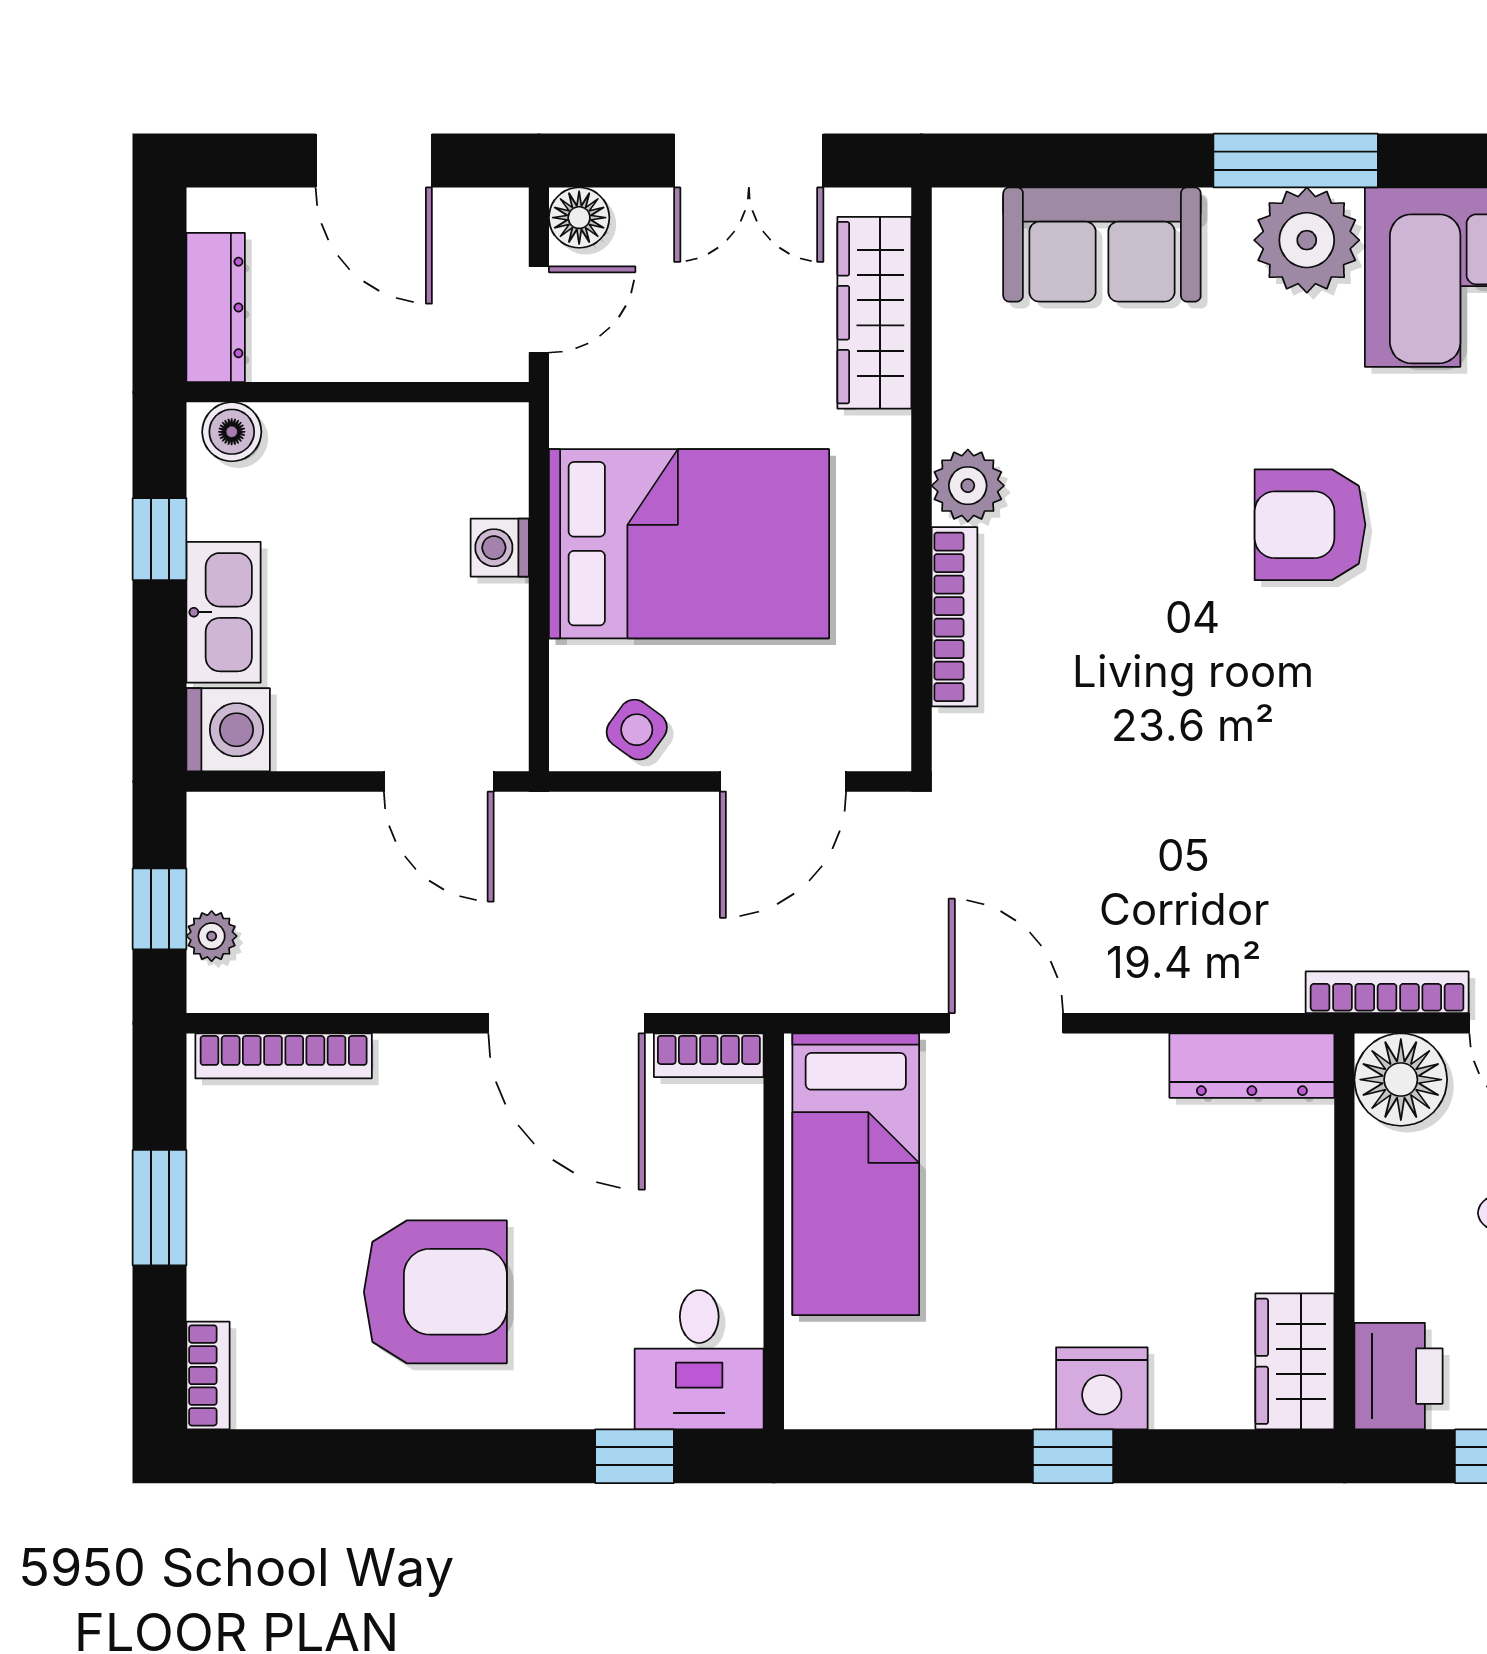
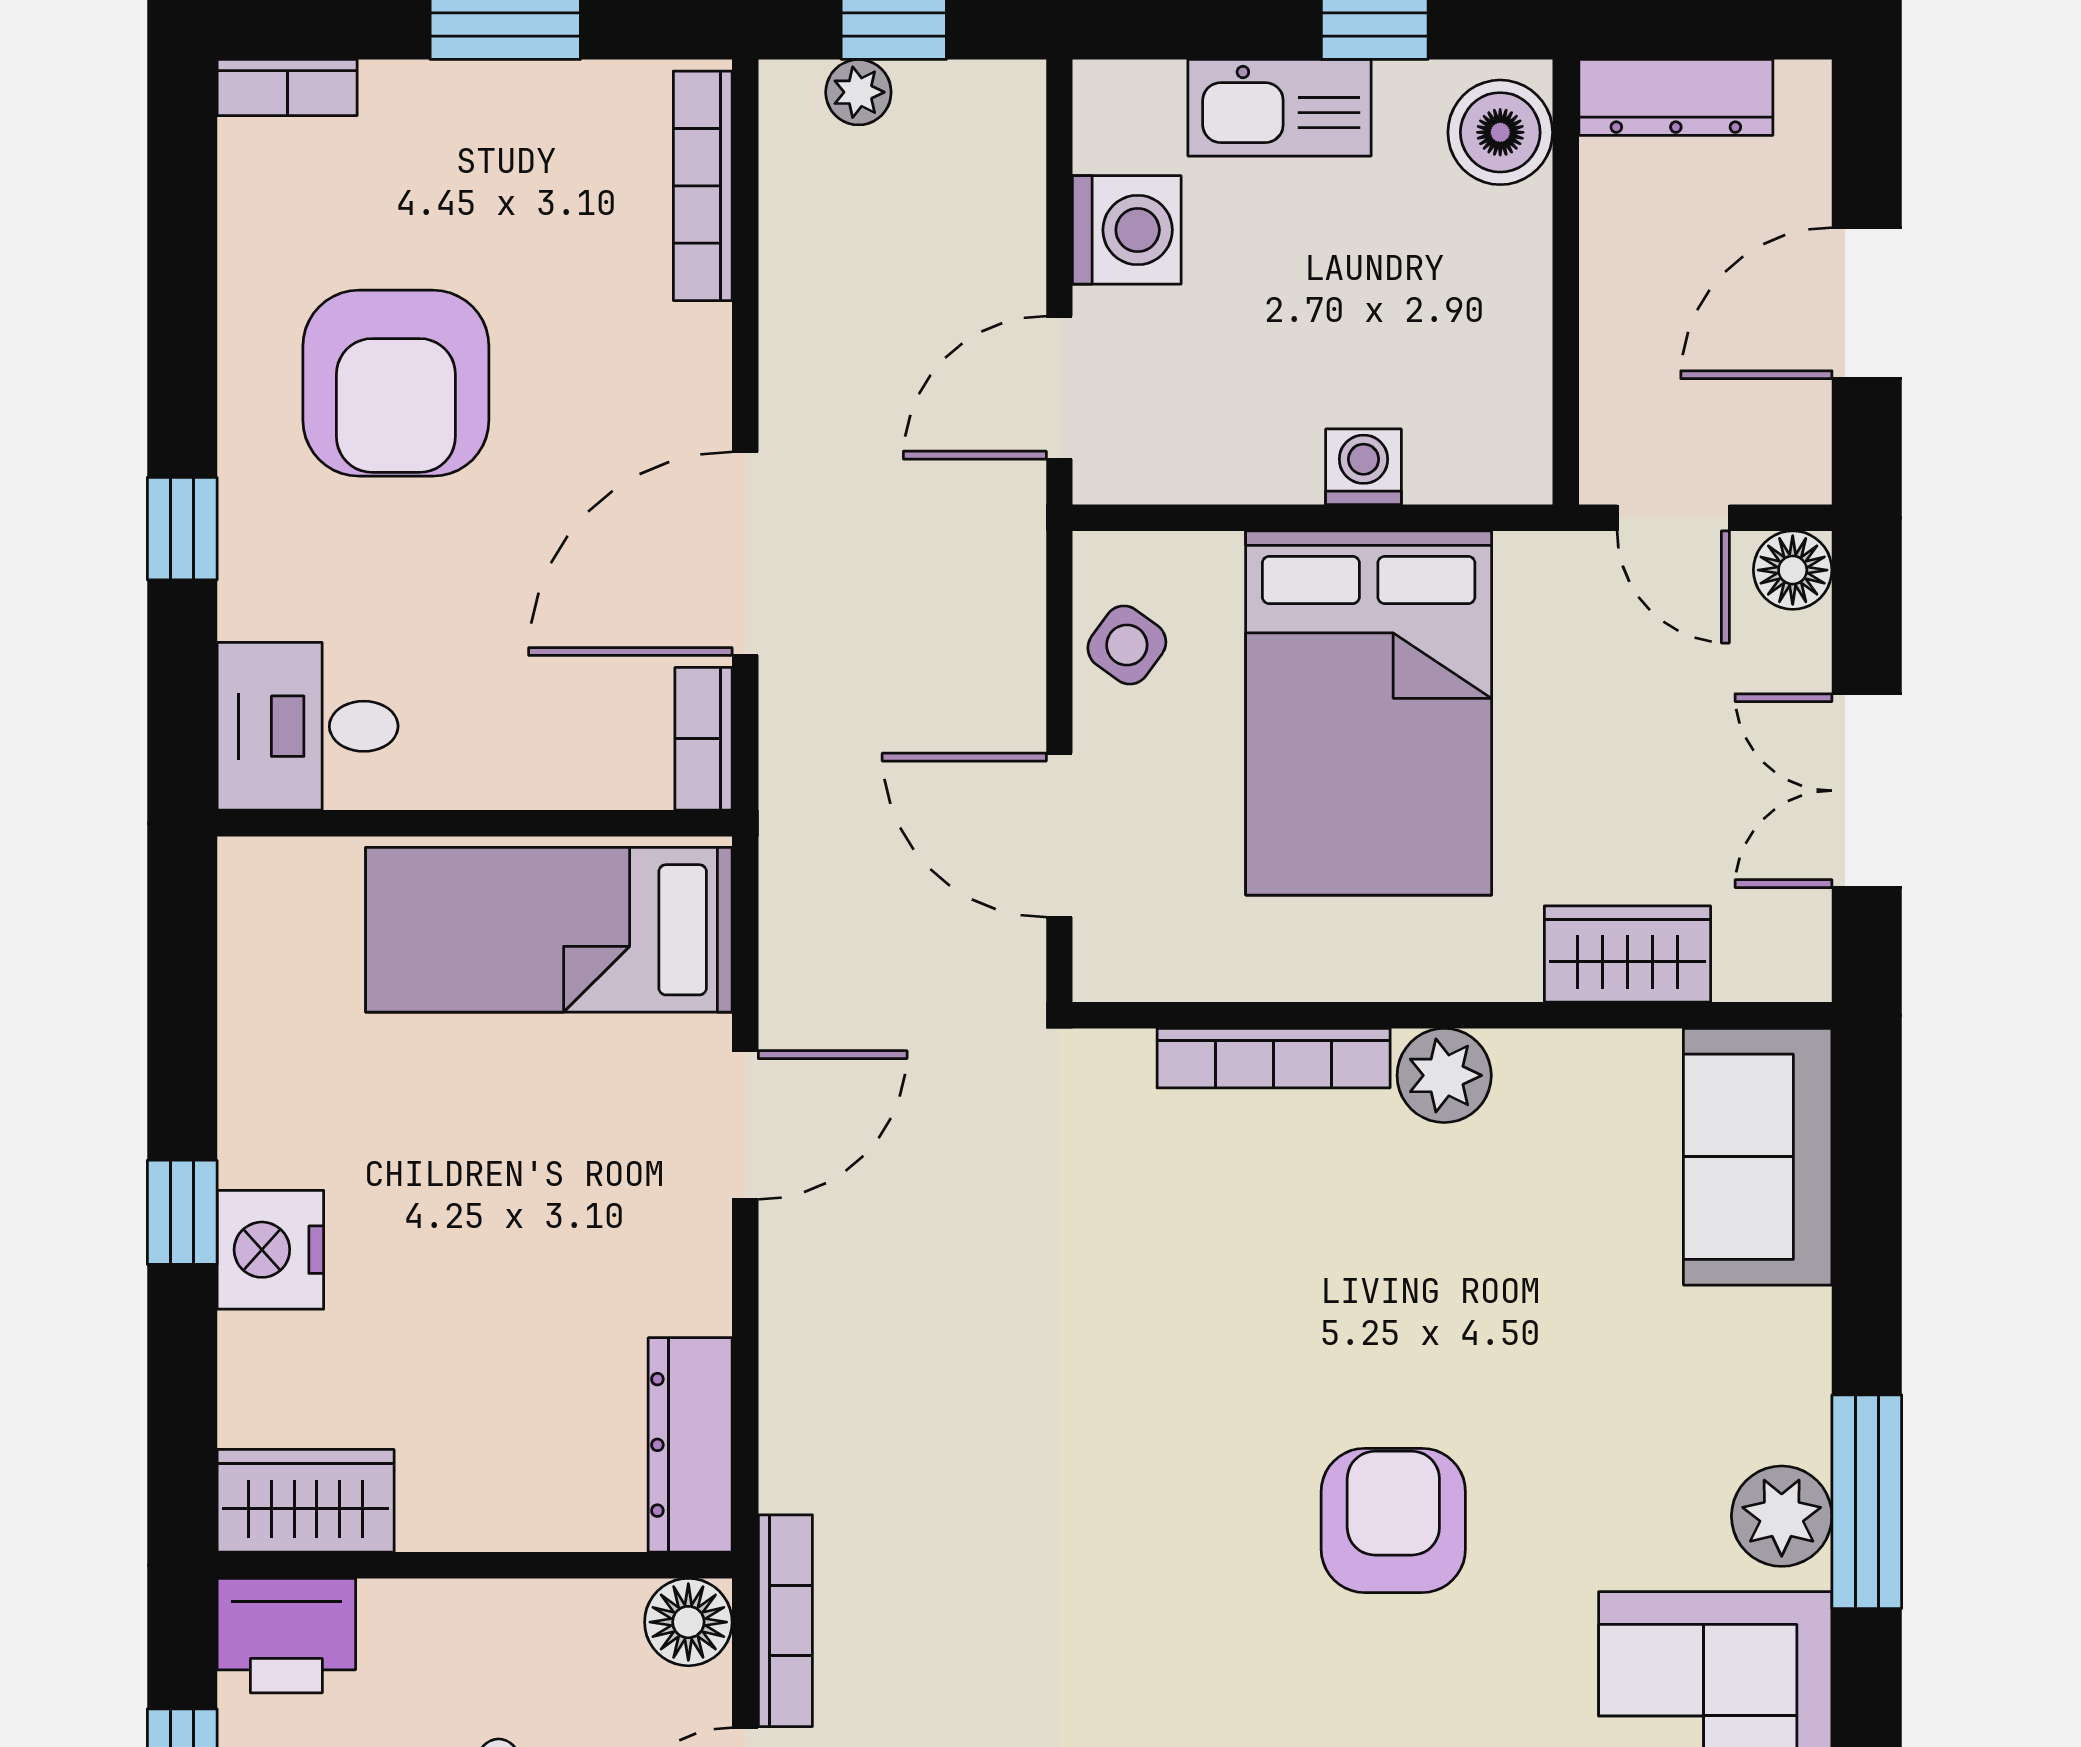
plant: (1307, 240) -> (1782, 1516), width x0.73, depth x0.73
sofa: (1102, 245) -> (1758, 1157), moved
wardrobe: (874, 313) -> (1627, 954), width x0.67
boiler: (232, 432) -> (1500, 132), width x1.36, depth x1.36
washing machine: (228, 730) -> (1127, 230), moved, turned -90
floor lamp: (1401, 1080) -> (688, 1622), width x0.73, depth x0.73
window: (635, 1456) -> (182, 529), moved

